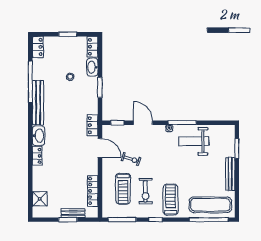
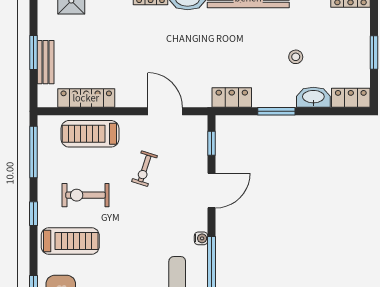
locker: (92, 125) -> (232, 98), moved
door: (100, 148) -> (165, 111), swing flipped
treadmill: (123, 189) -> (90, 134), moved

